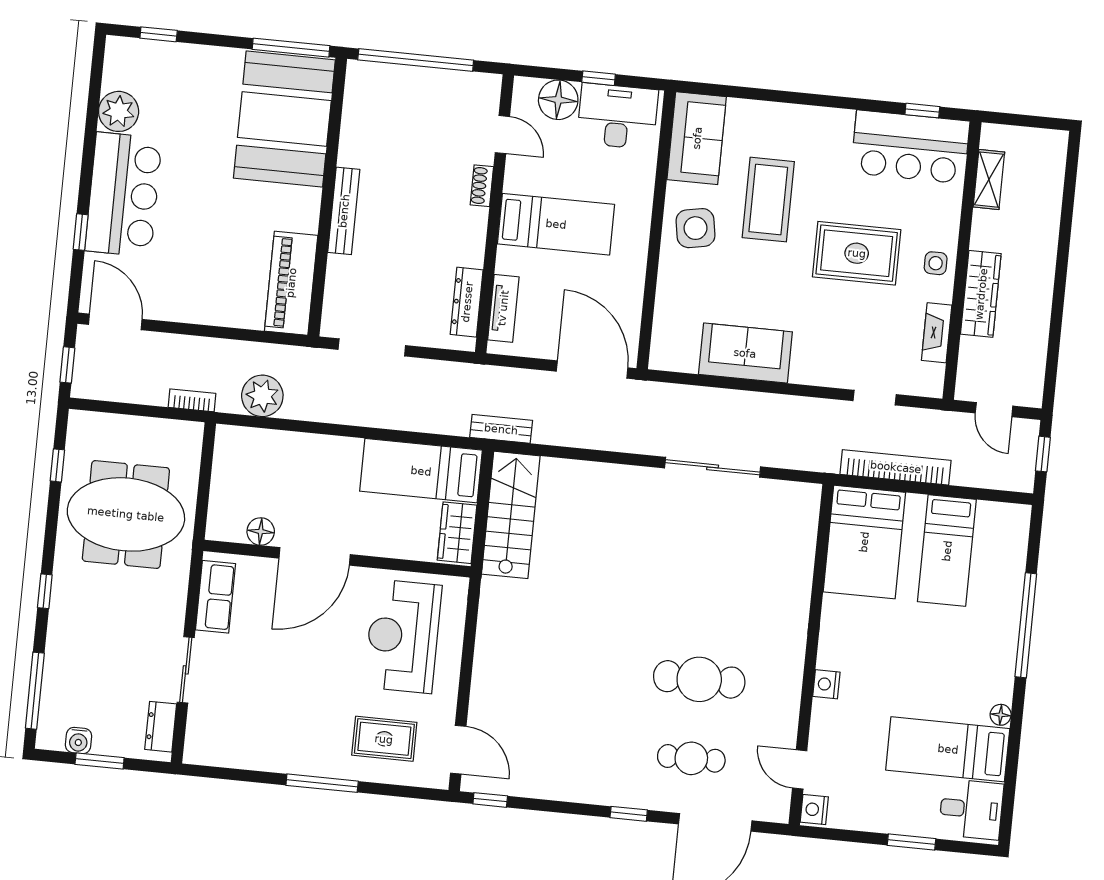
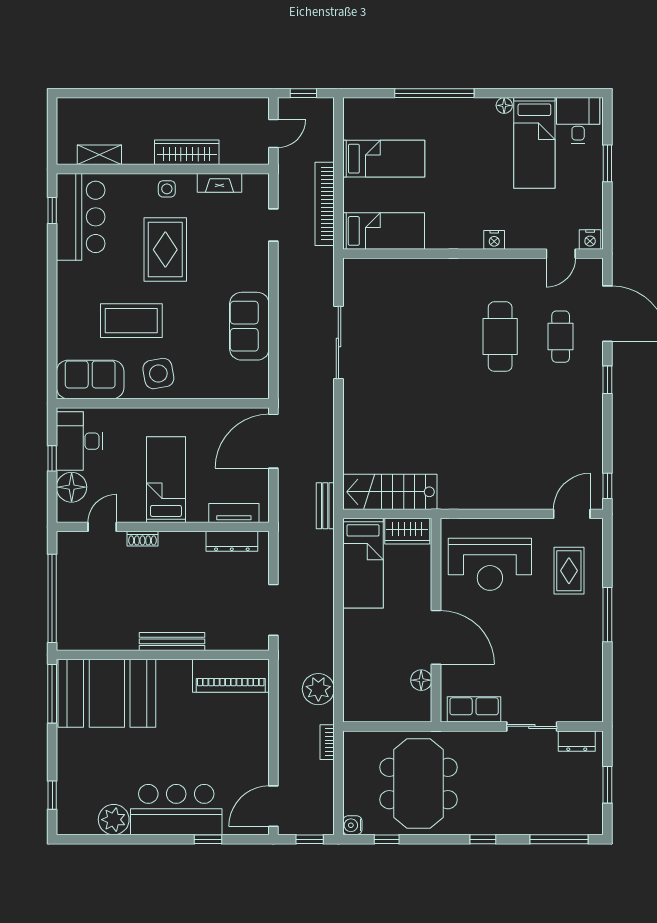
bed: (864, 542) -> (384, 231), width x0.67
water cooler: (78, 740) -> (352, 825), moved, turned 180

